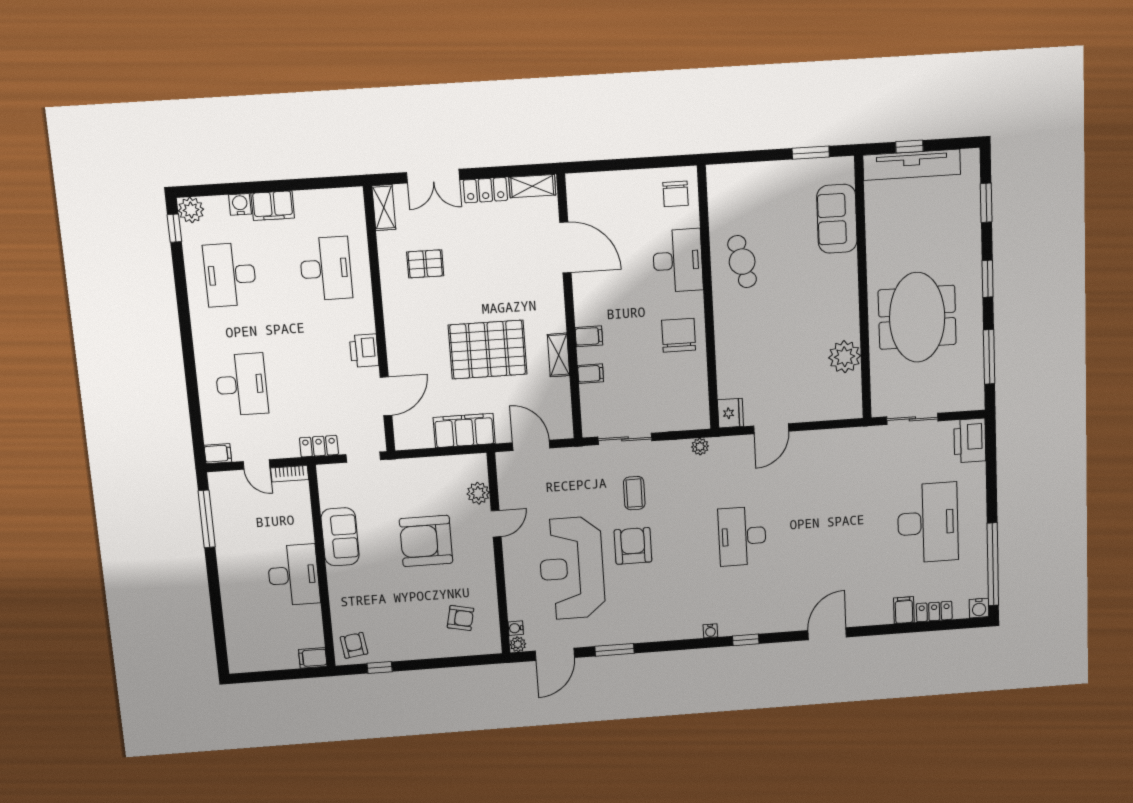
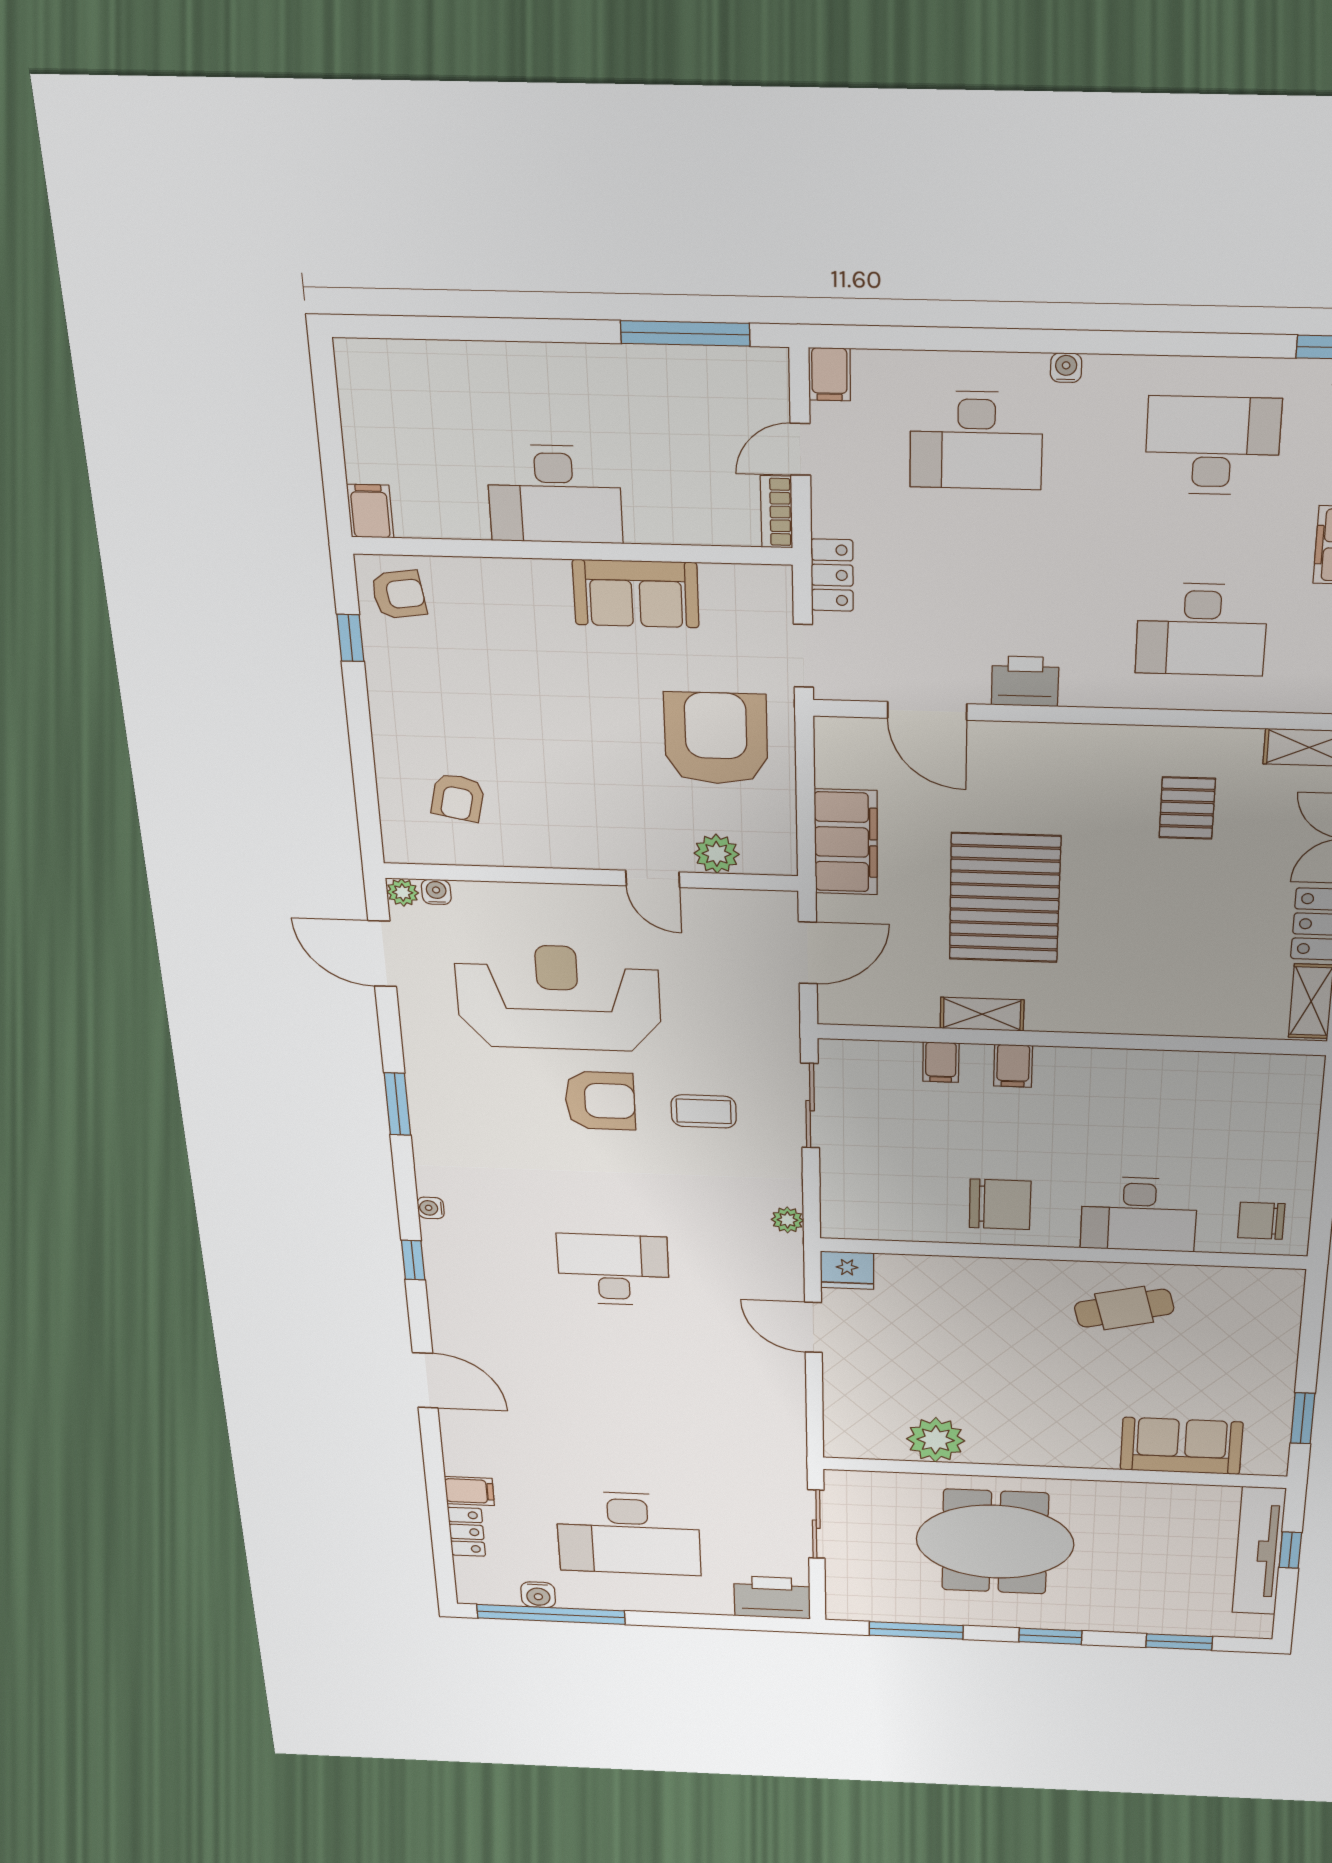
door: (565, 247) -> (1187, 1044), removed
water cooler: (200, 347) -> (1066, 368), added
armchair: (426, 541) -> (716, 738), moved
water cooler: (979, 608) -> (538, 1595), moved, turned -90
window: (615, 650) -> (397, 1104), moved

